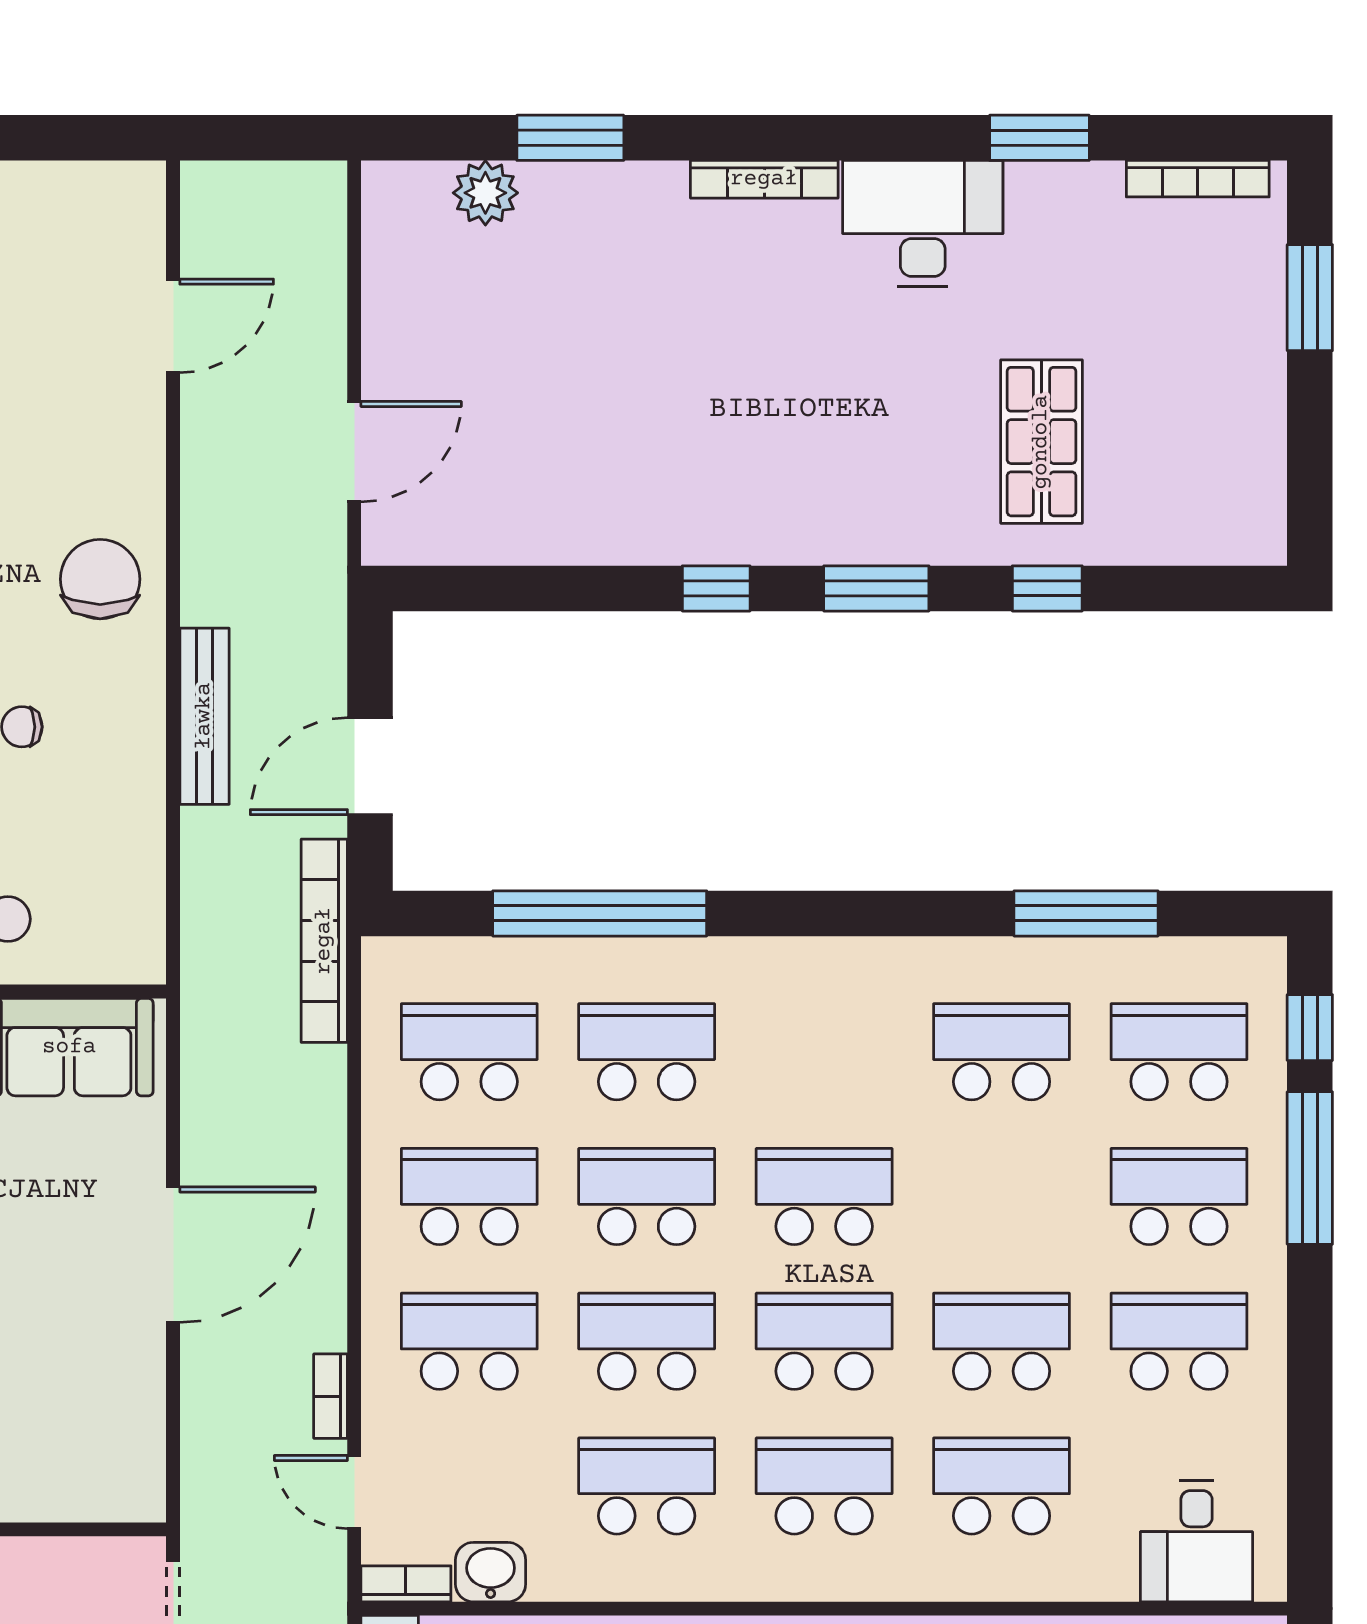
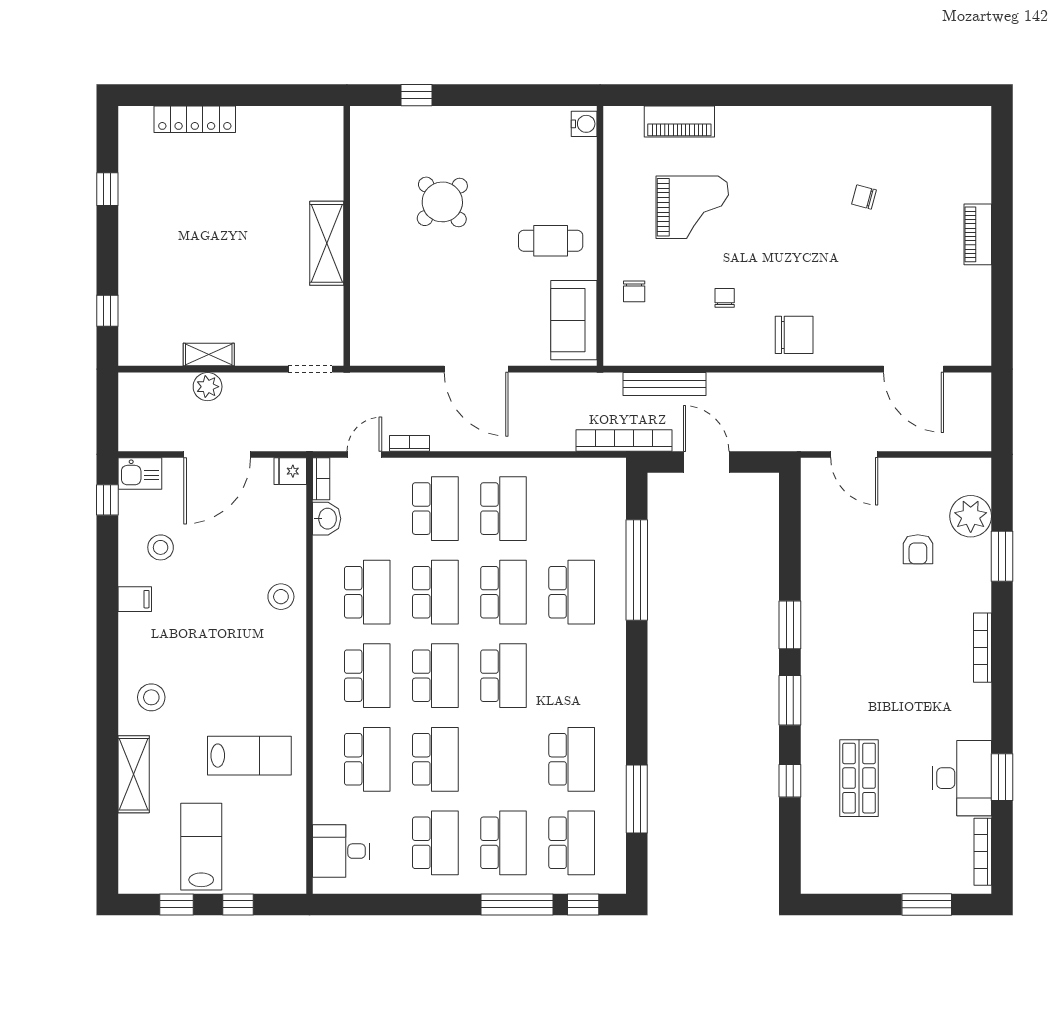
plant: (485, 193) -> (971, 516), width x1.36, depth x1.36
desk: (923, 223) -> (962, 778), moved
armchair: (556, 316) -> (918, 549), added
door: (173, 326) -> (913, 369), width x1.36
shop shelf: (1041, 442) -> (859, 778), turned 90
window: (716, 588) -> (790, 625), width x1.50
bench: (204, 716) -> (665, 384), moved
school desk: (469, 1052) -> (572, 509), removed

